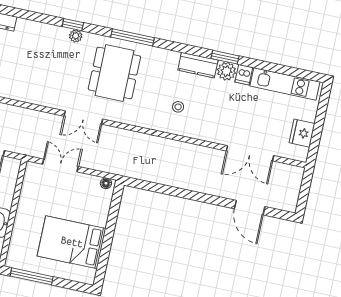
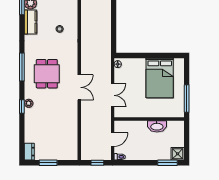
dining table: (114, 73) -> (47, 74), width x0.73
double door: (60, 165) -> (113, 95), swing flipped

